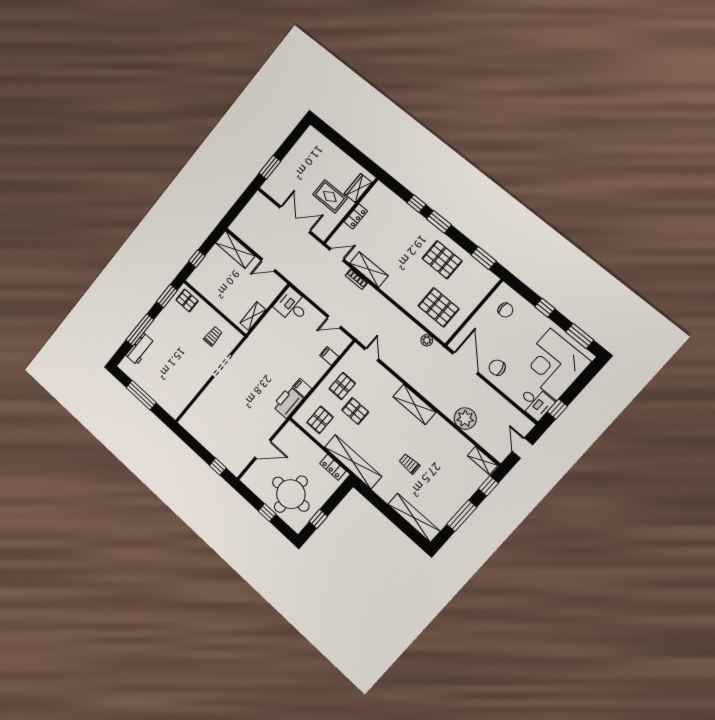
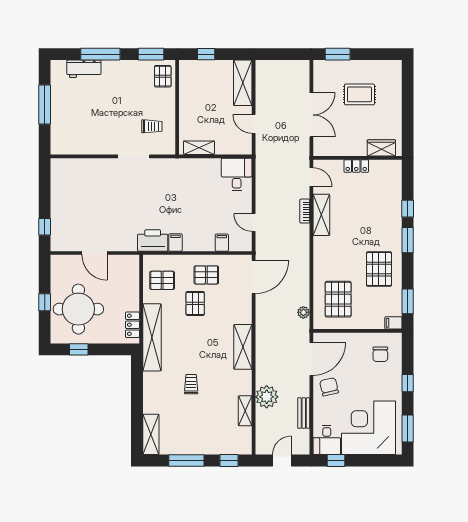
rug: (330, 196) -> (359, 94), moved, turned 90
filing cabinet: (490, 281) -> (393, 323), added
door: (372, 354) -> (254, 277), width x1.88
bench: (501, 402) -> (304, 413), added
shelving: (482, 460) -> (245, 411), moved
shelving: (414, 518) -> (151, 434), width x0.68

